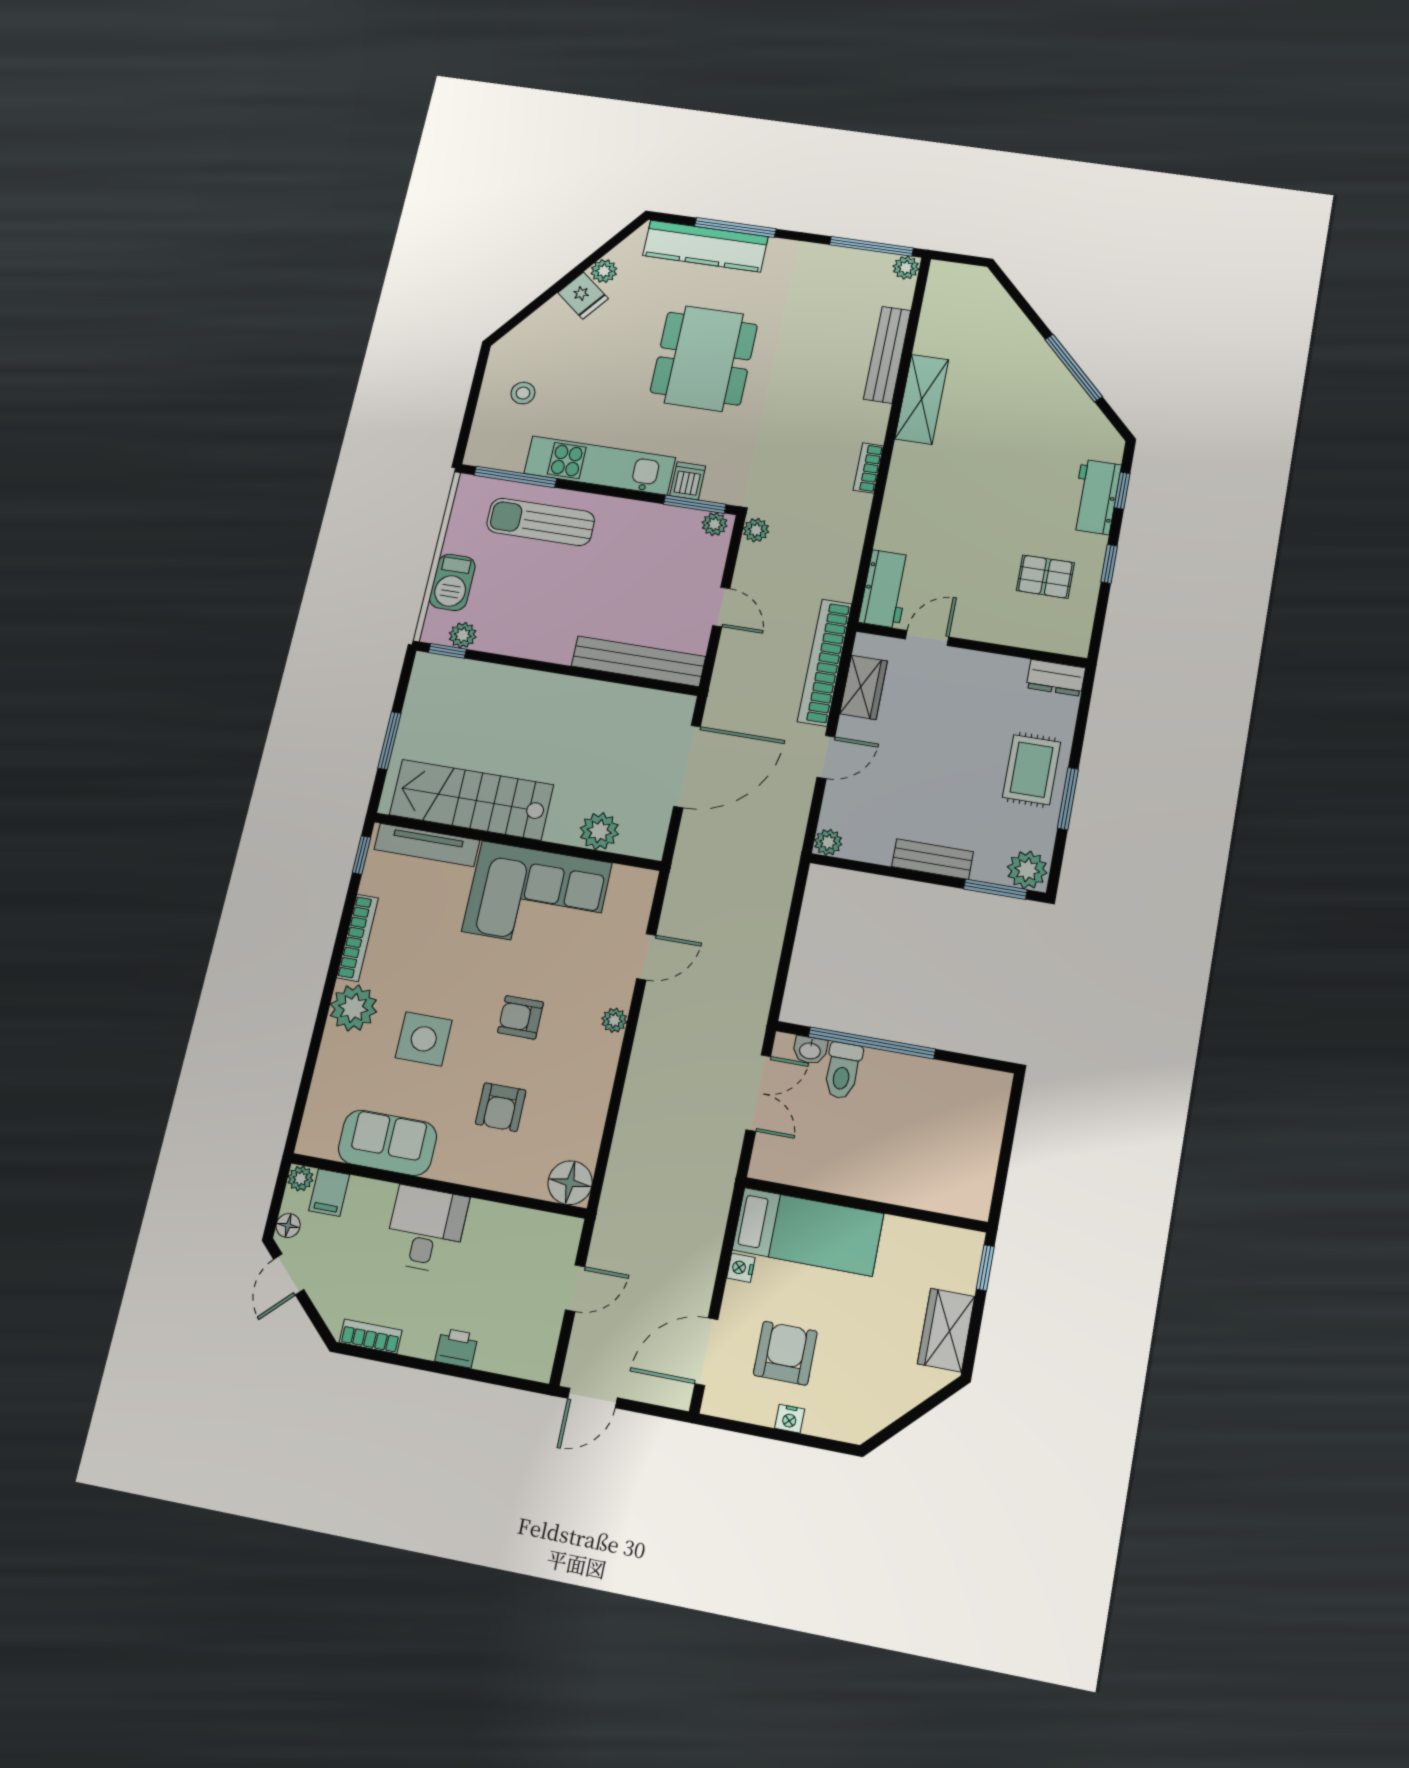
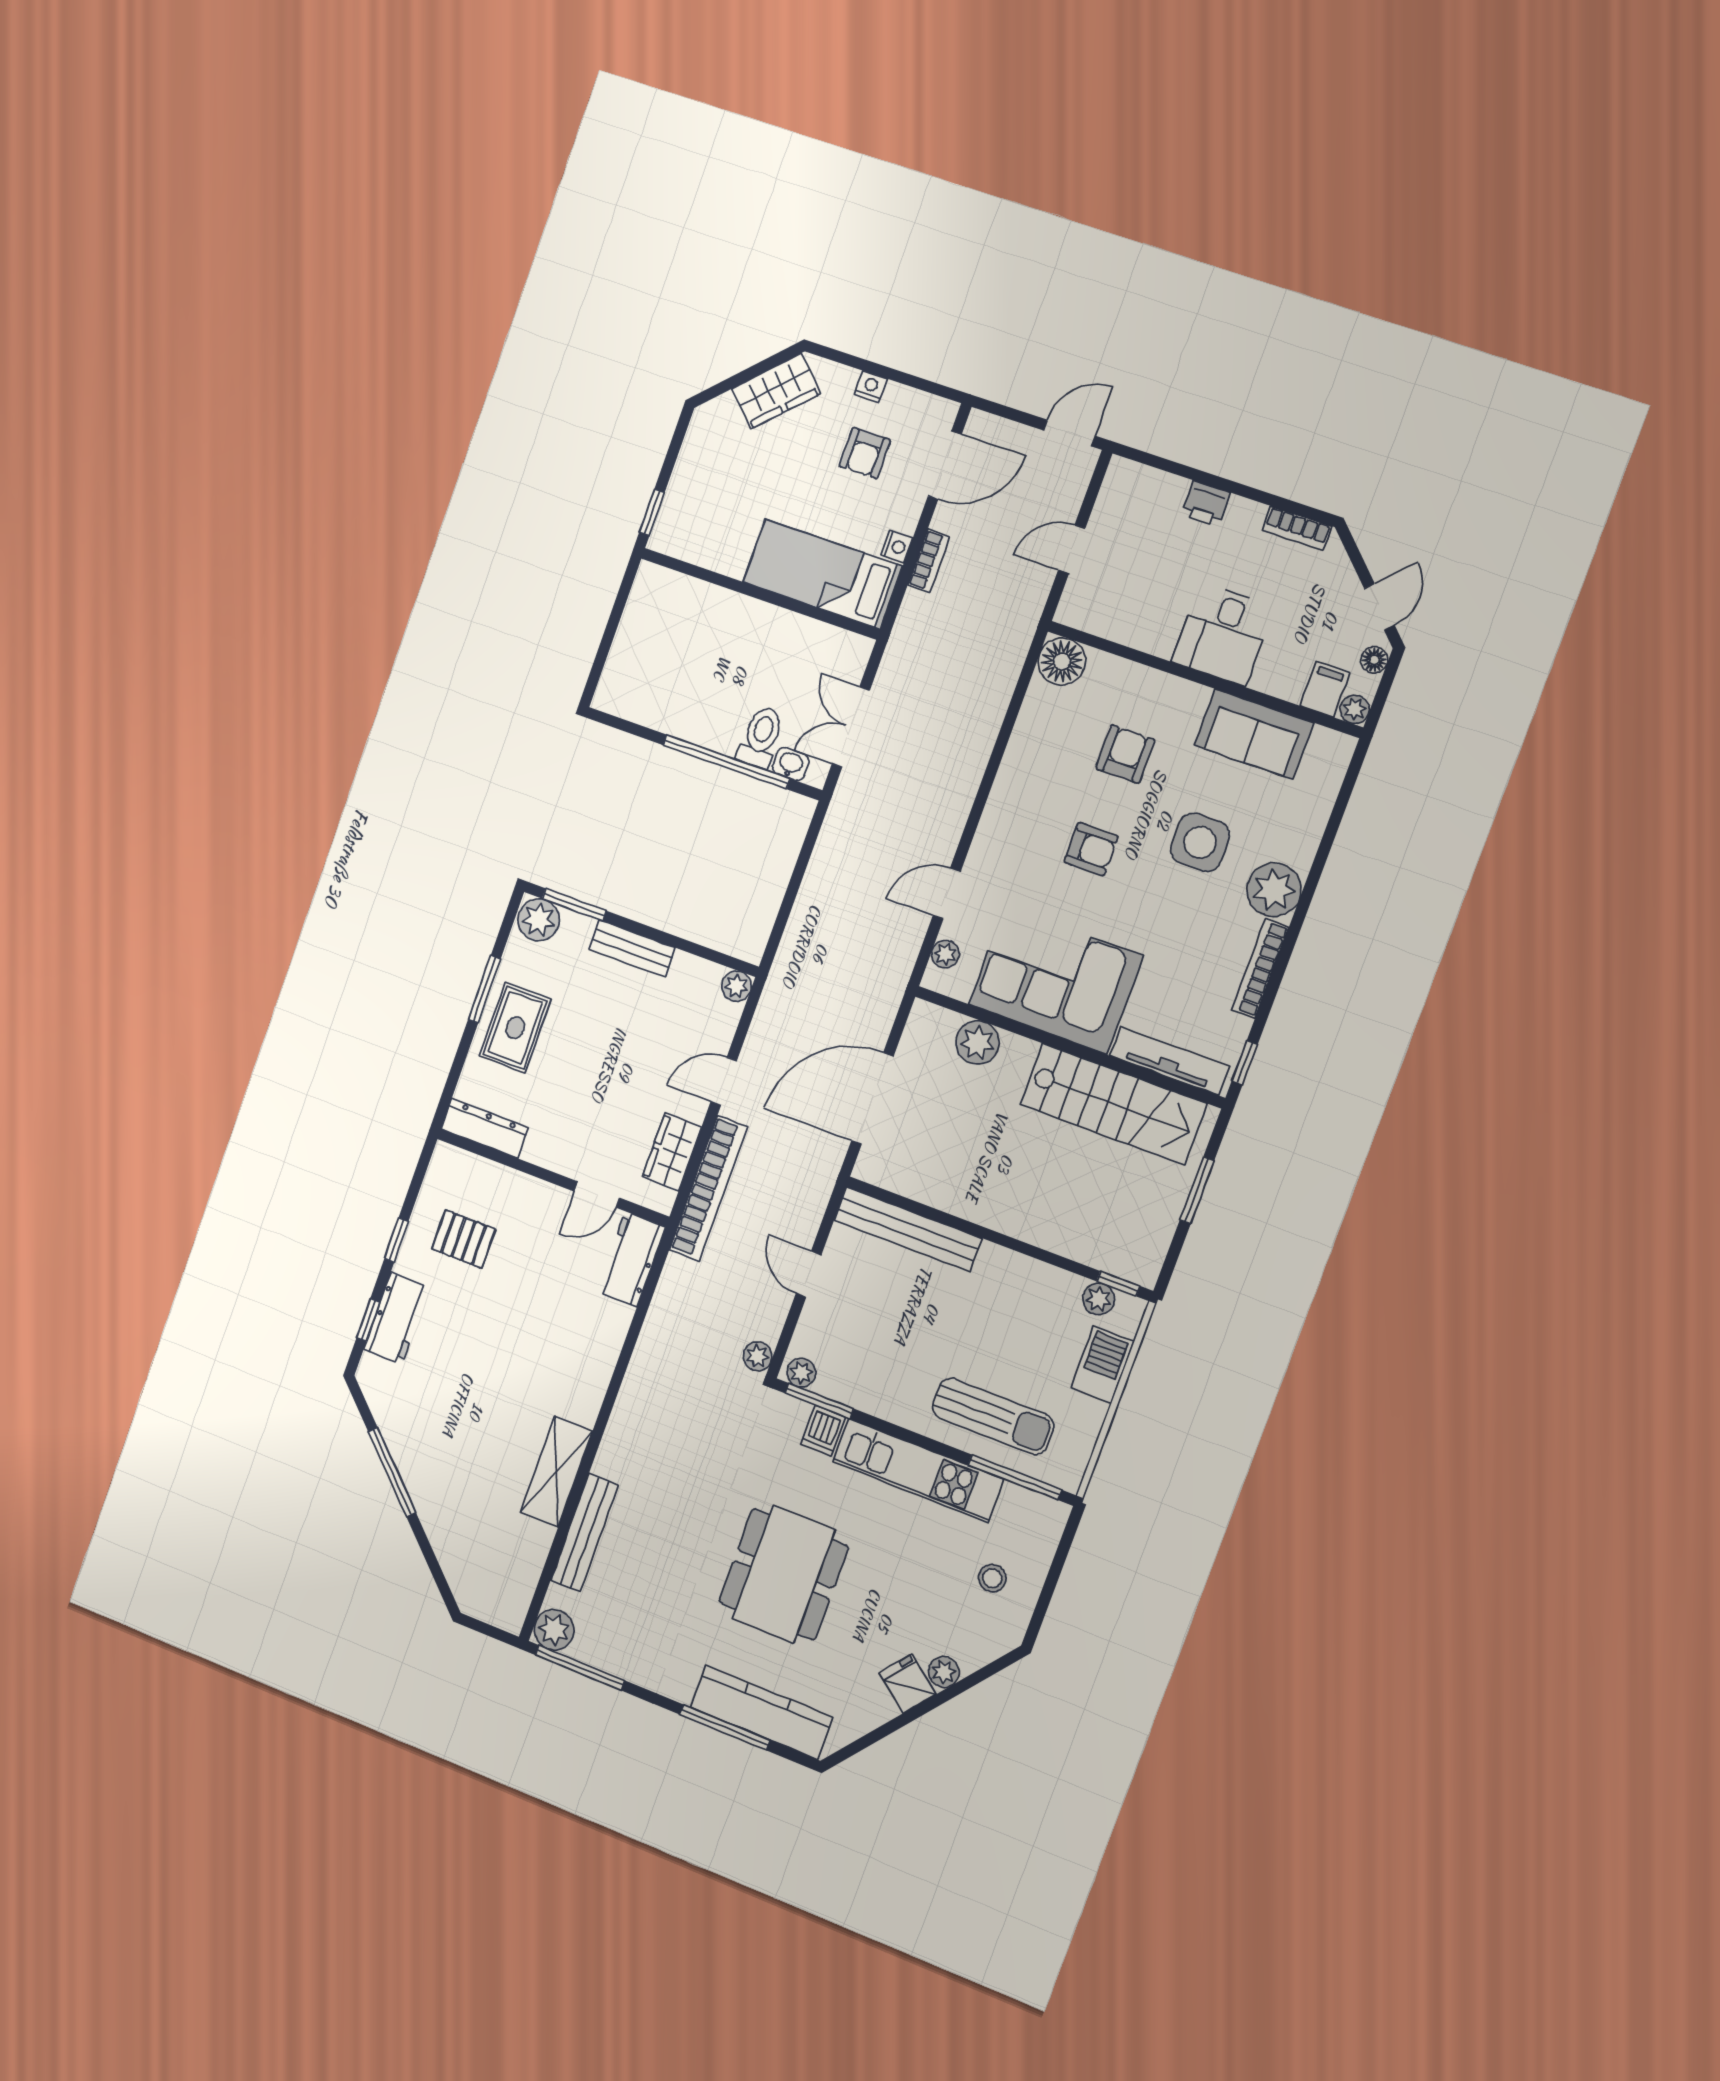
plant: (906, 268) -> (554, 1630), width x1.38, depth x1.38
plant: (604, 271) -> (944, 1672), moved
bookcase: (868, 468) -> (929, 561), moved
dresser: (1056, 678) -> (485, 1128), width x1.44
plant: (614, 1020) -> (945, 954), moved
wardrobe: (946, 1330) -> (776, 391), moved, turned 45
armchair: (785, 1353) -> (865, 453), width x0.72, depth x0.72

